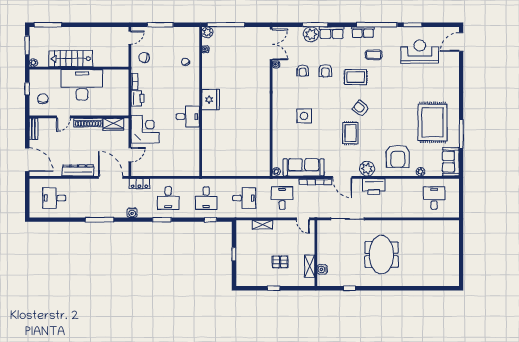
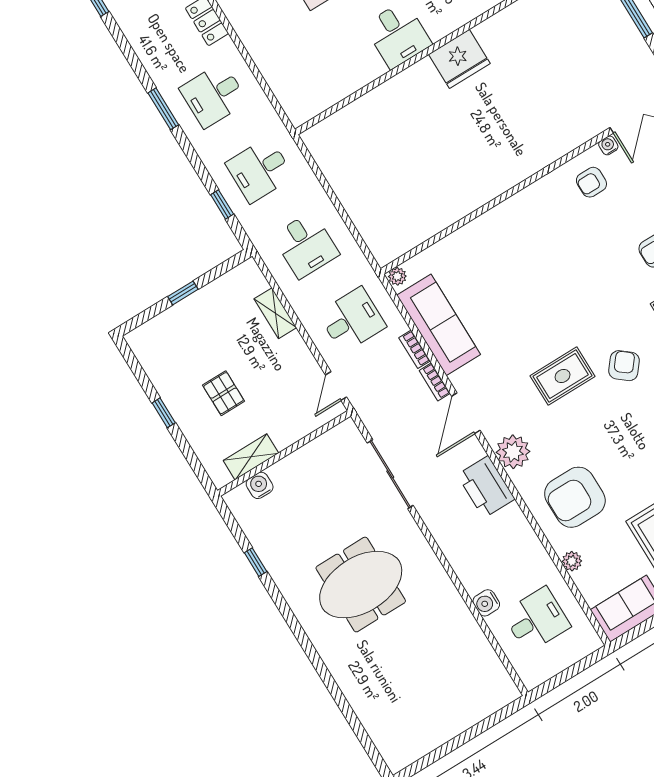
armchair: (303, 71) -> (591, 182), moved
side table: (304, 116) -> (541, 263), removed
water cooler: (132, 213) -> (486, 603), moved

